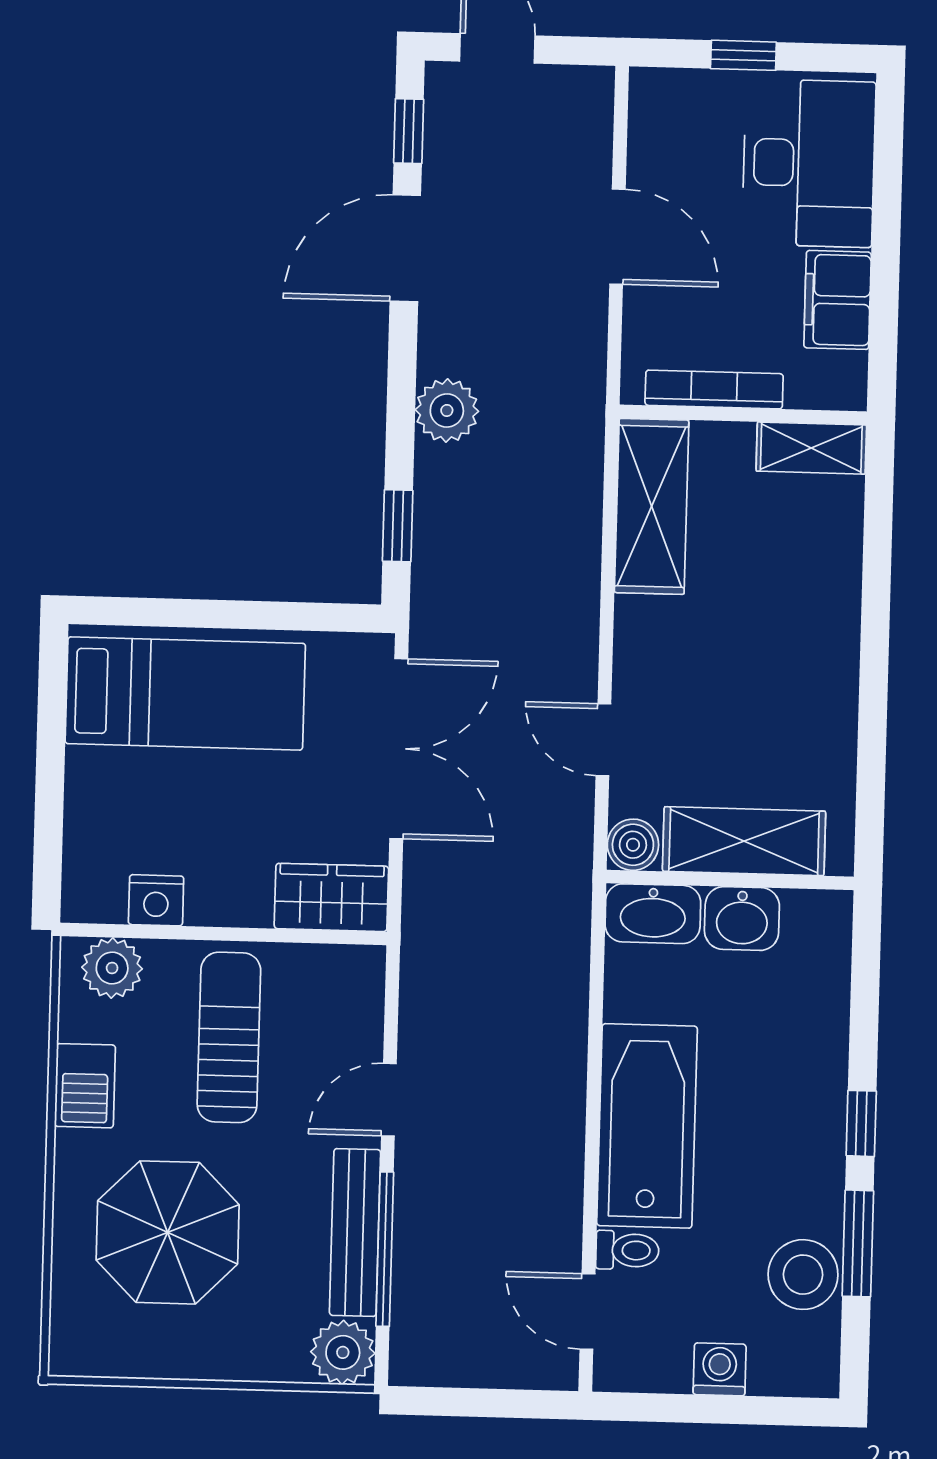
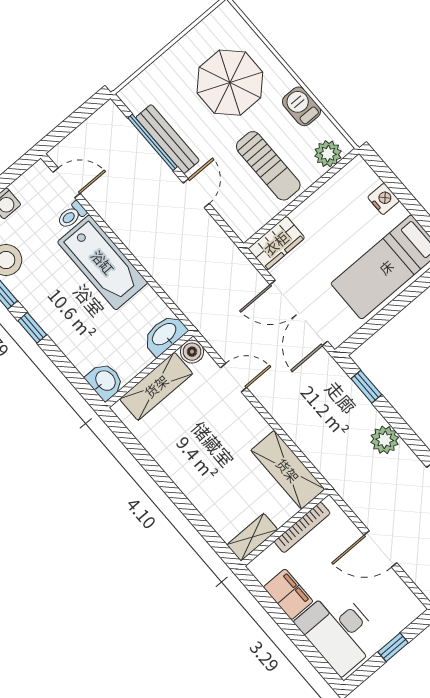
nightstand: (156, 900) -> (384, 199), moved, turned 90
washbasin: (742, 919) -> (105, 381), moved, turned 90
plant: (343, 1352) -> (135, 95), removed

